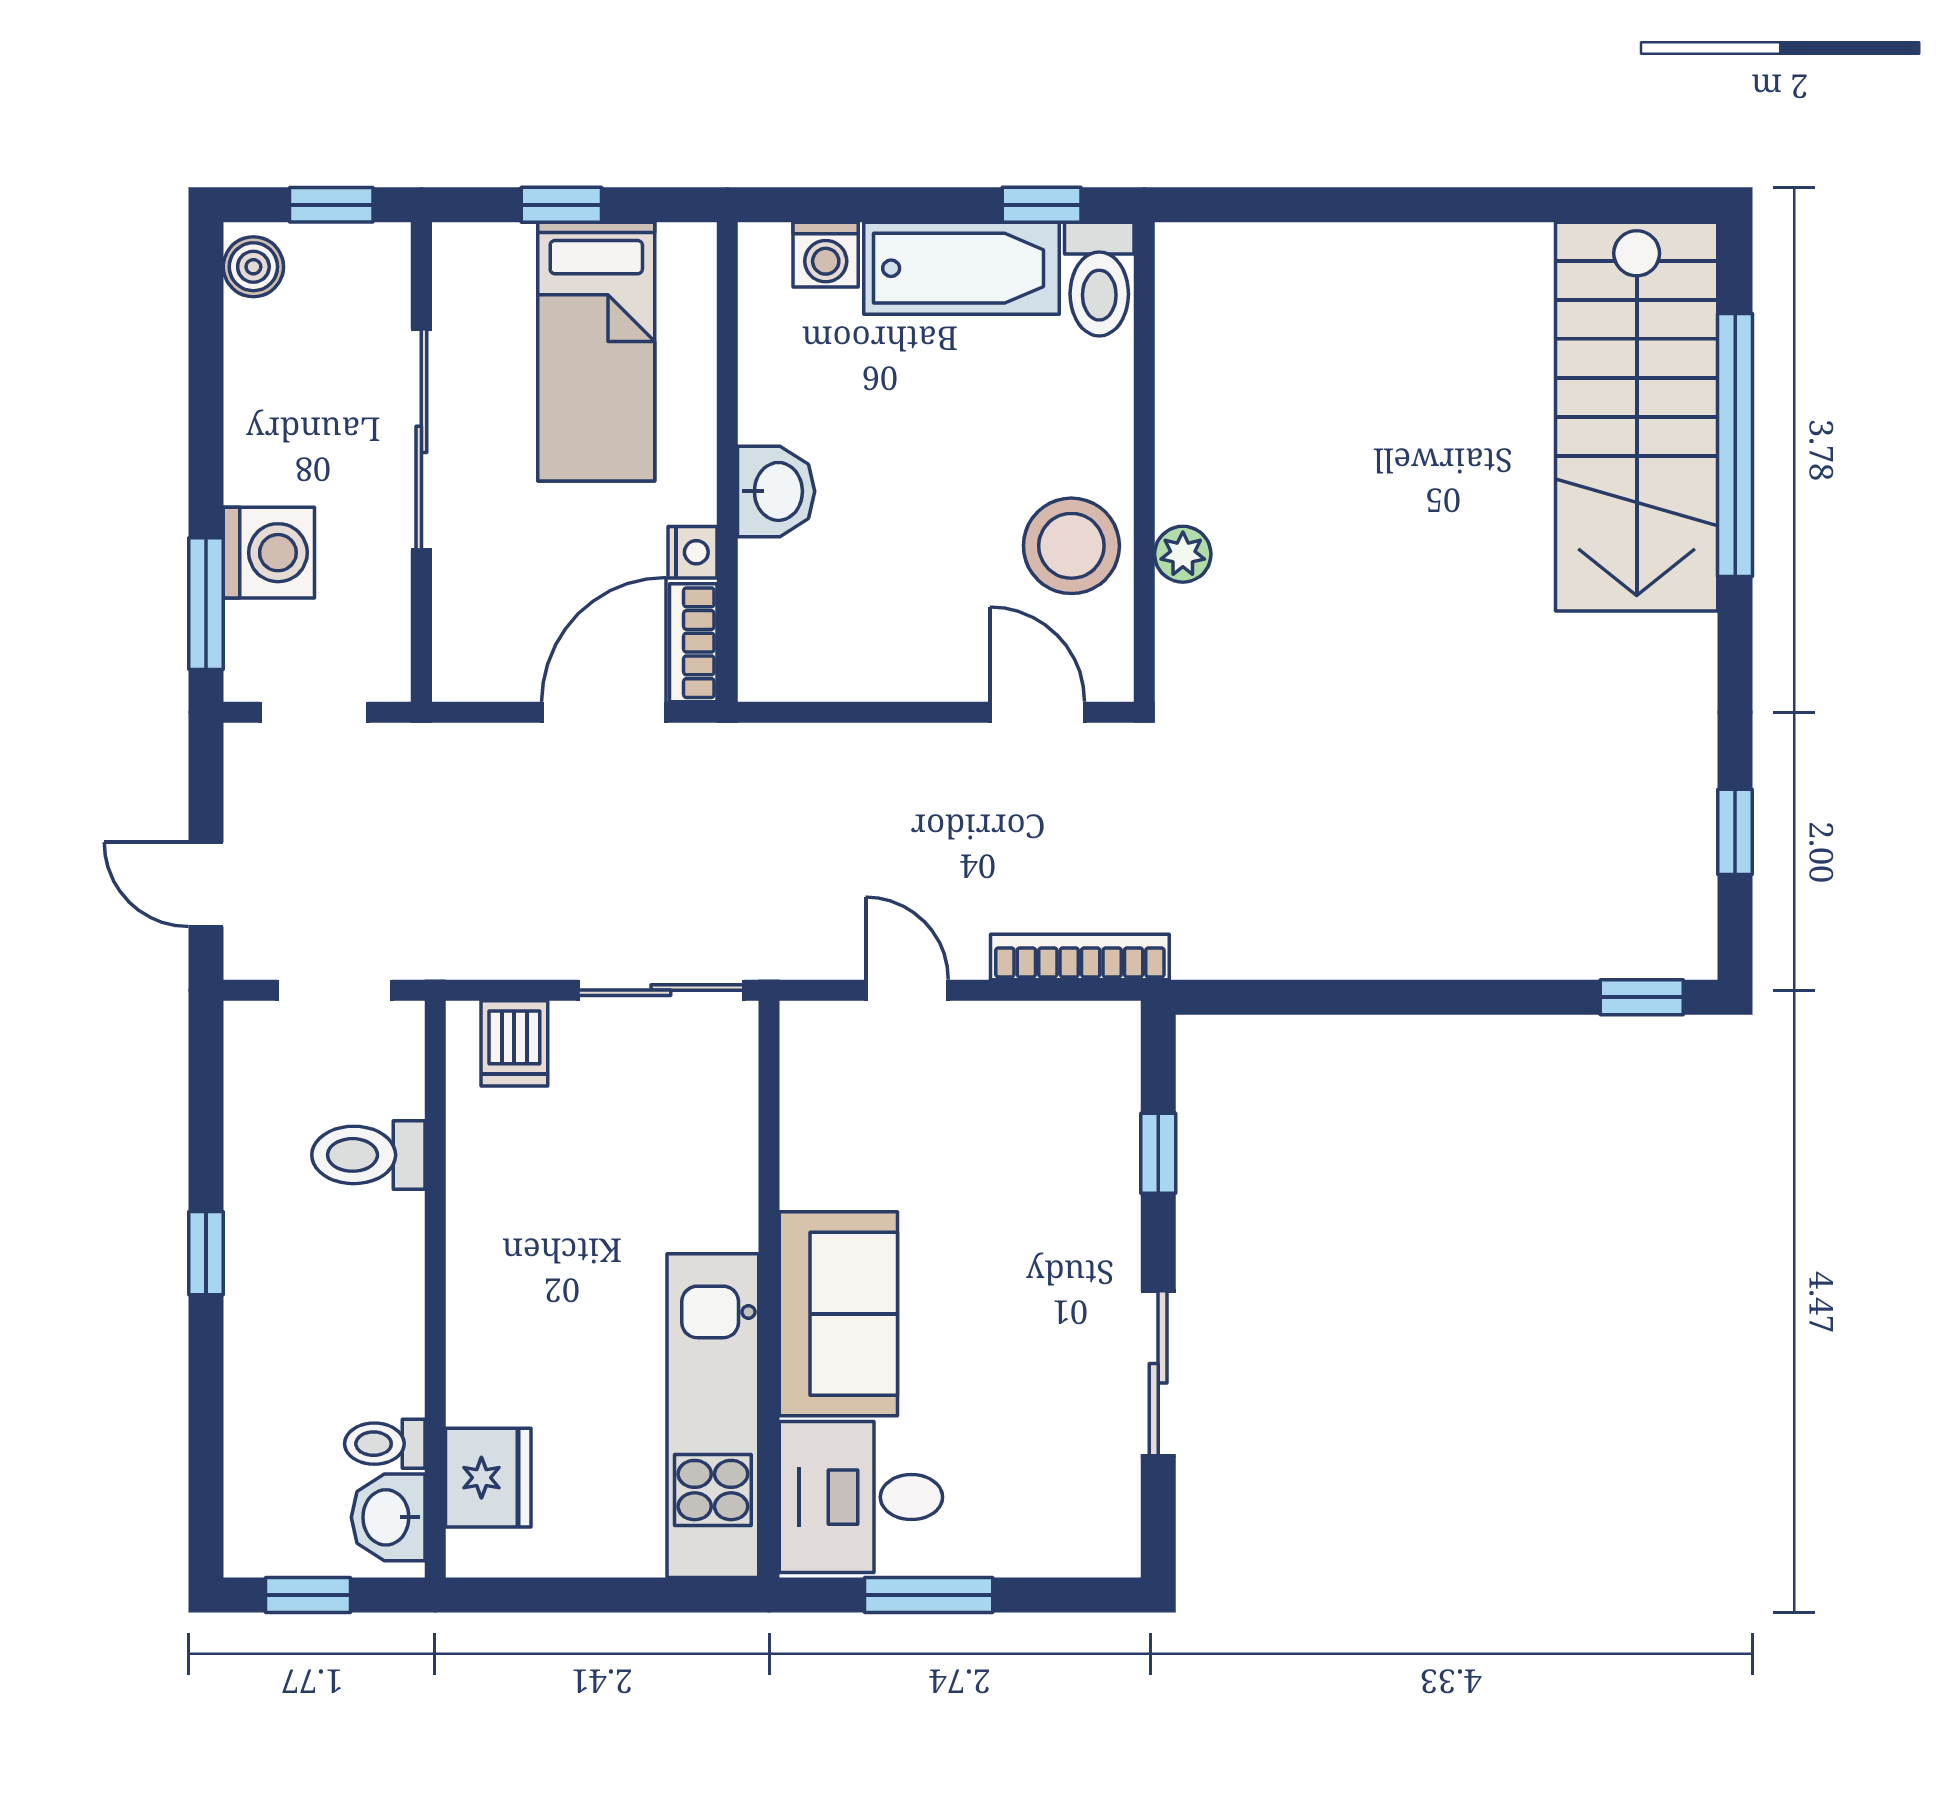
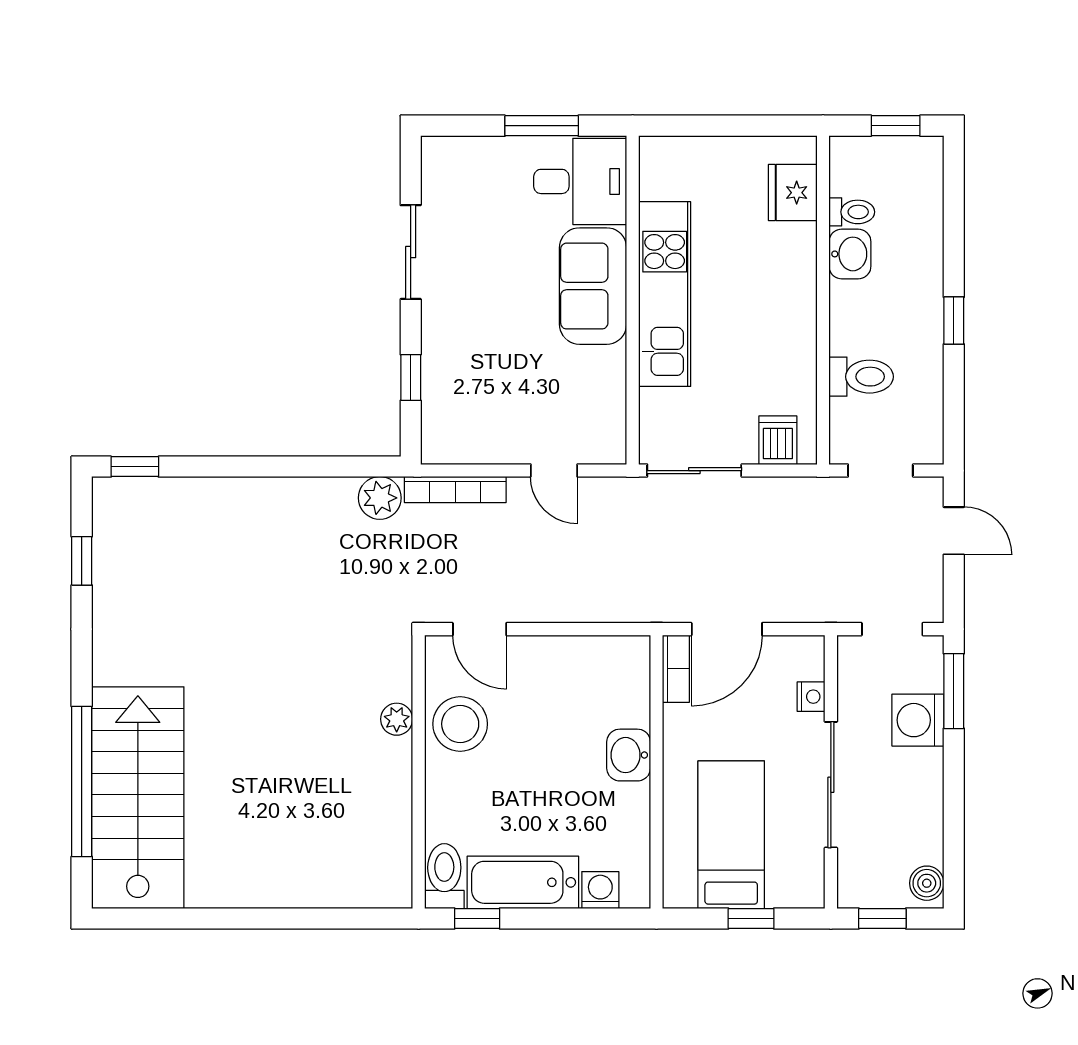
nightstand: (692, 552) -> (811, 697), moved, turned 180
plant: (1212, 942) -> (380, 498), added
kitchen unit: (713, 1416) -> (665, 294), moved
washbasin: (388, 1517) -> (850, 254), moved

